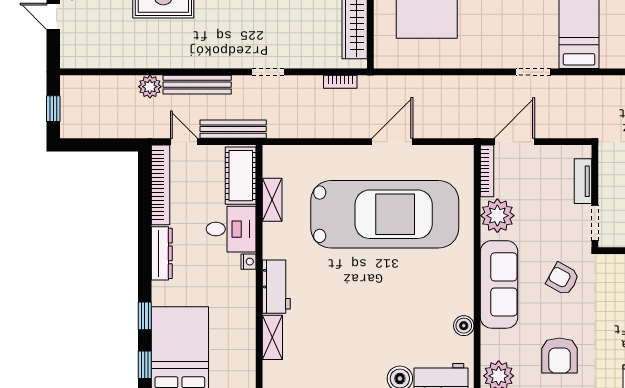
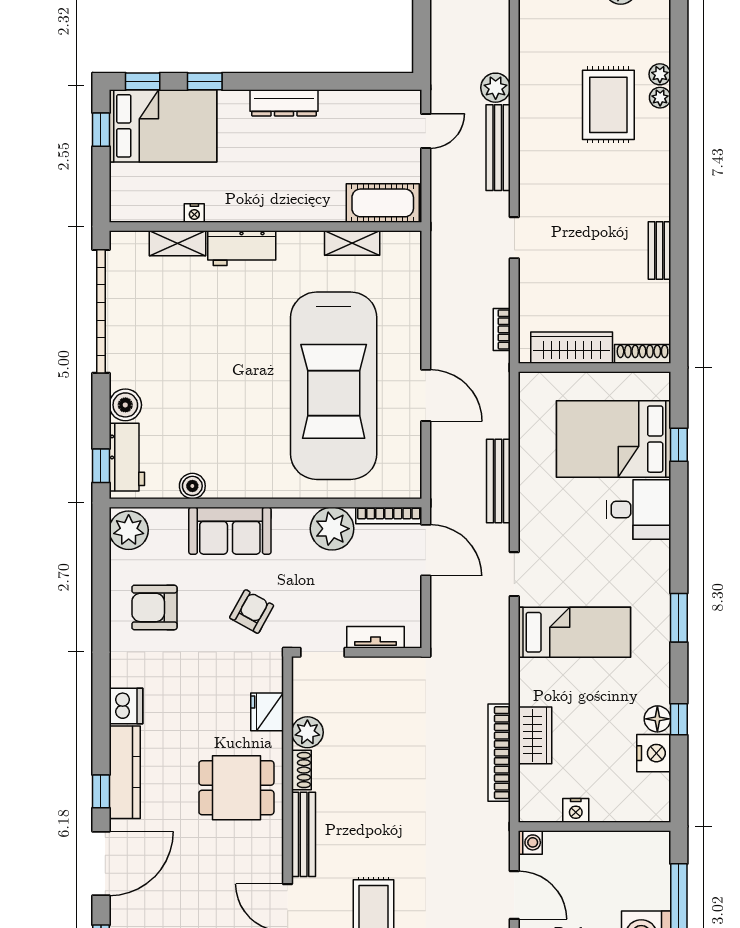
bench: (233, 129) -> (498, 481), moved
bookcase: (160, 185) -> (371, 101), removed
desk: (231, 229) -> (315, 191), removed
nightstand: (249, 262) -> (194, 213), moved
sofa: (499, 284) -> (230, 531), width x0.73

